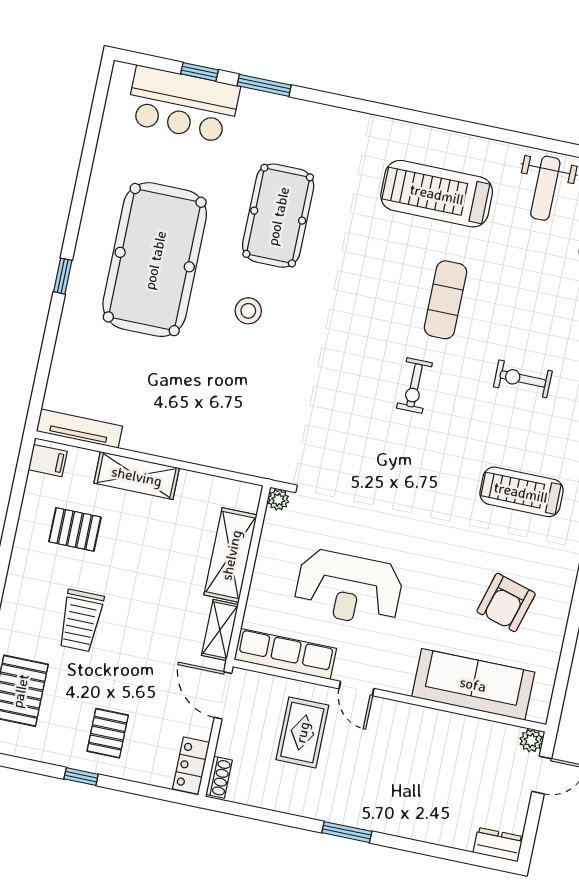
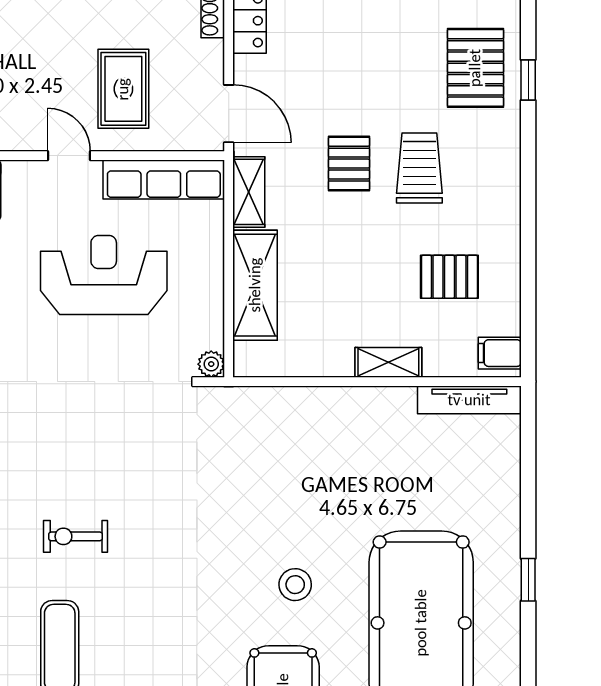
exercise bike: (414, 385) -> (76, 536), turned -90
shelving: (137, 476) -> (388, 362), width x0.67, depth x0.75
pallet: (108, 733) -> (349, 164), moved

